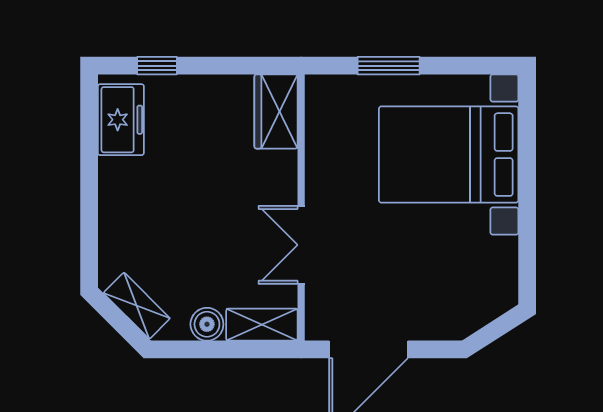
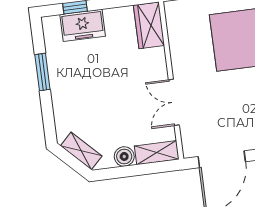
freezer: (121, 120) -> (83, 25), moved, turned 90
window: (89, 166) -> (42, 72), added

